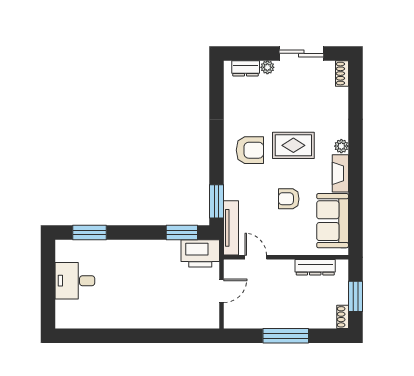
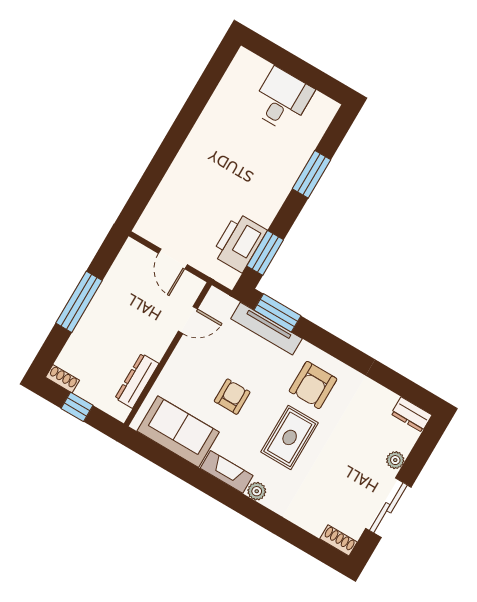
dresser: (246, 68) -> (411, 415), moved, turned -90
tv unit: (231, 228) -> (266, 329), moved
window: (90, 233) -> (312, 174), moved
printer: (200, 253) -> (239, 243), moved
window: (355, 296) -> (77, 407), width x0.67

